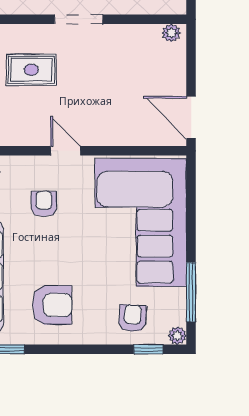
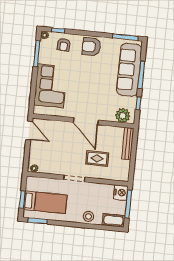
door: (66, 151) -> (86, 121), width x1.87
armchair: (44, 204) -> (98, 99), removed
corner sofa: (141, 222) -> (51, 86), width x0.73, depth x0.74
armchair: (52, 305) -> (91, 47), moved

